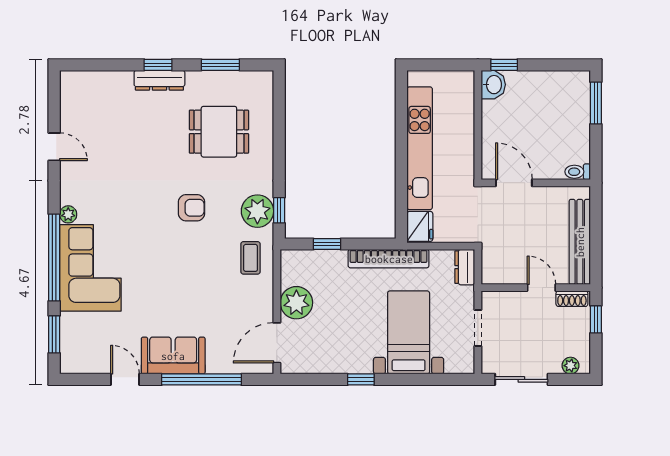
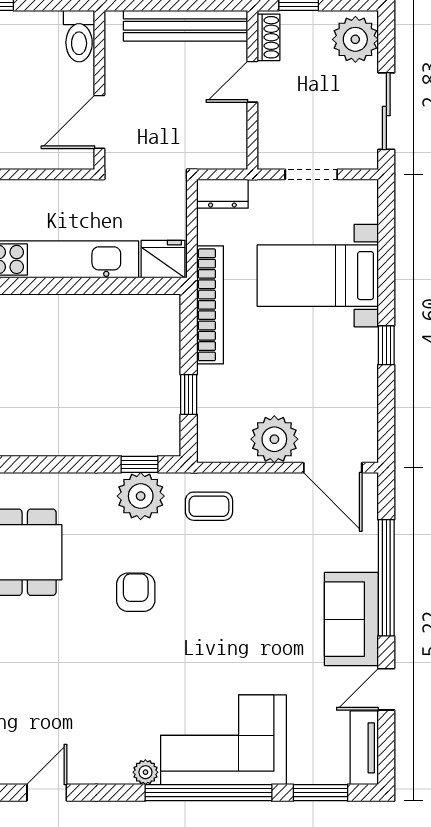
toilet: (578, 172) -> (79, 36), width x1.37, depth x1.39
tv unit: (85, 364) -> (364, 748), added
plant: (571, 366) -> (355, 39), width x1.87, depth x1.87

